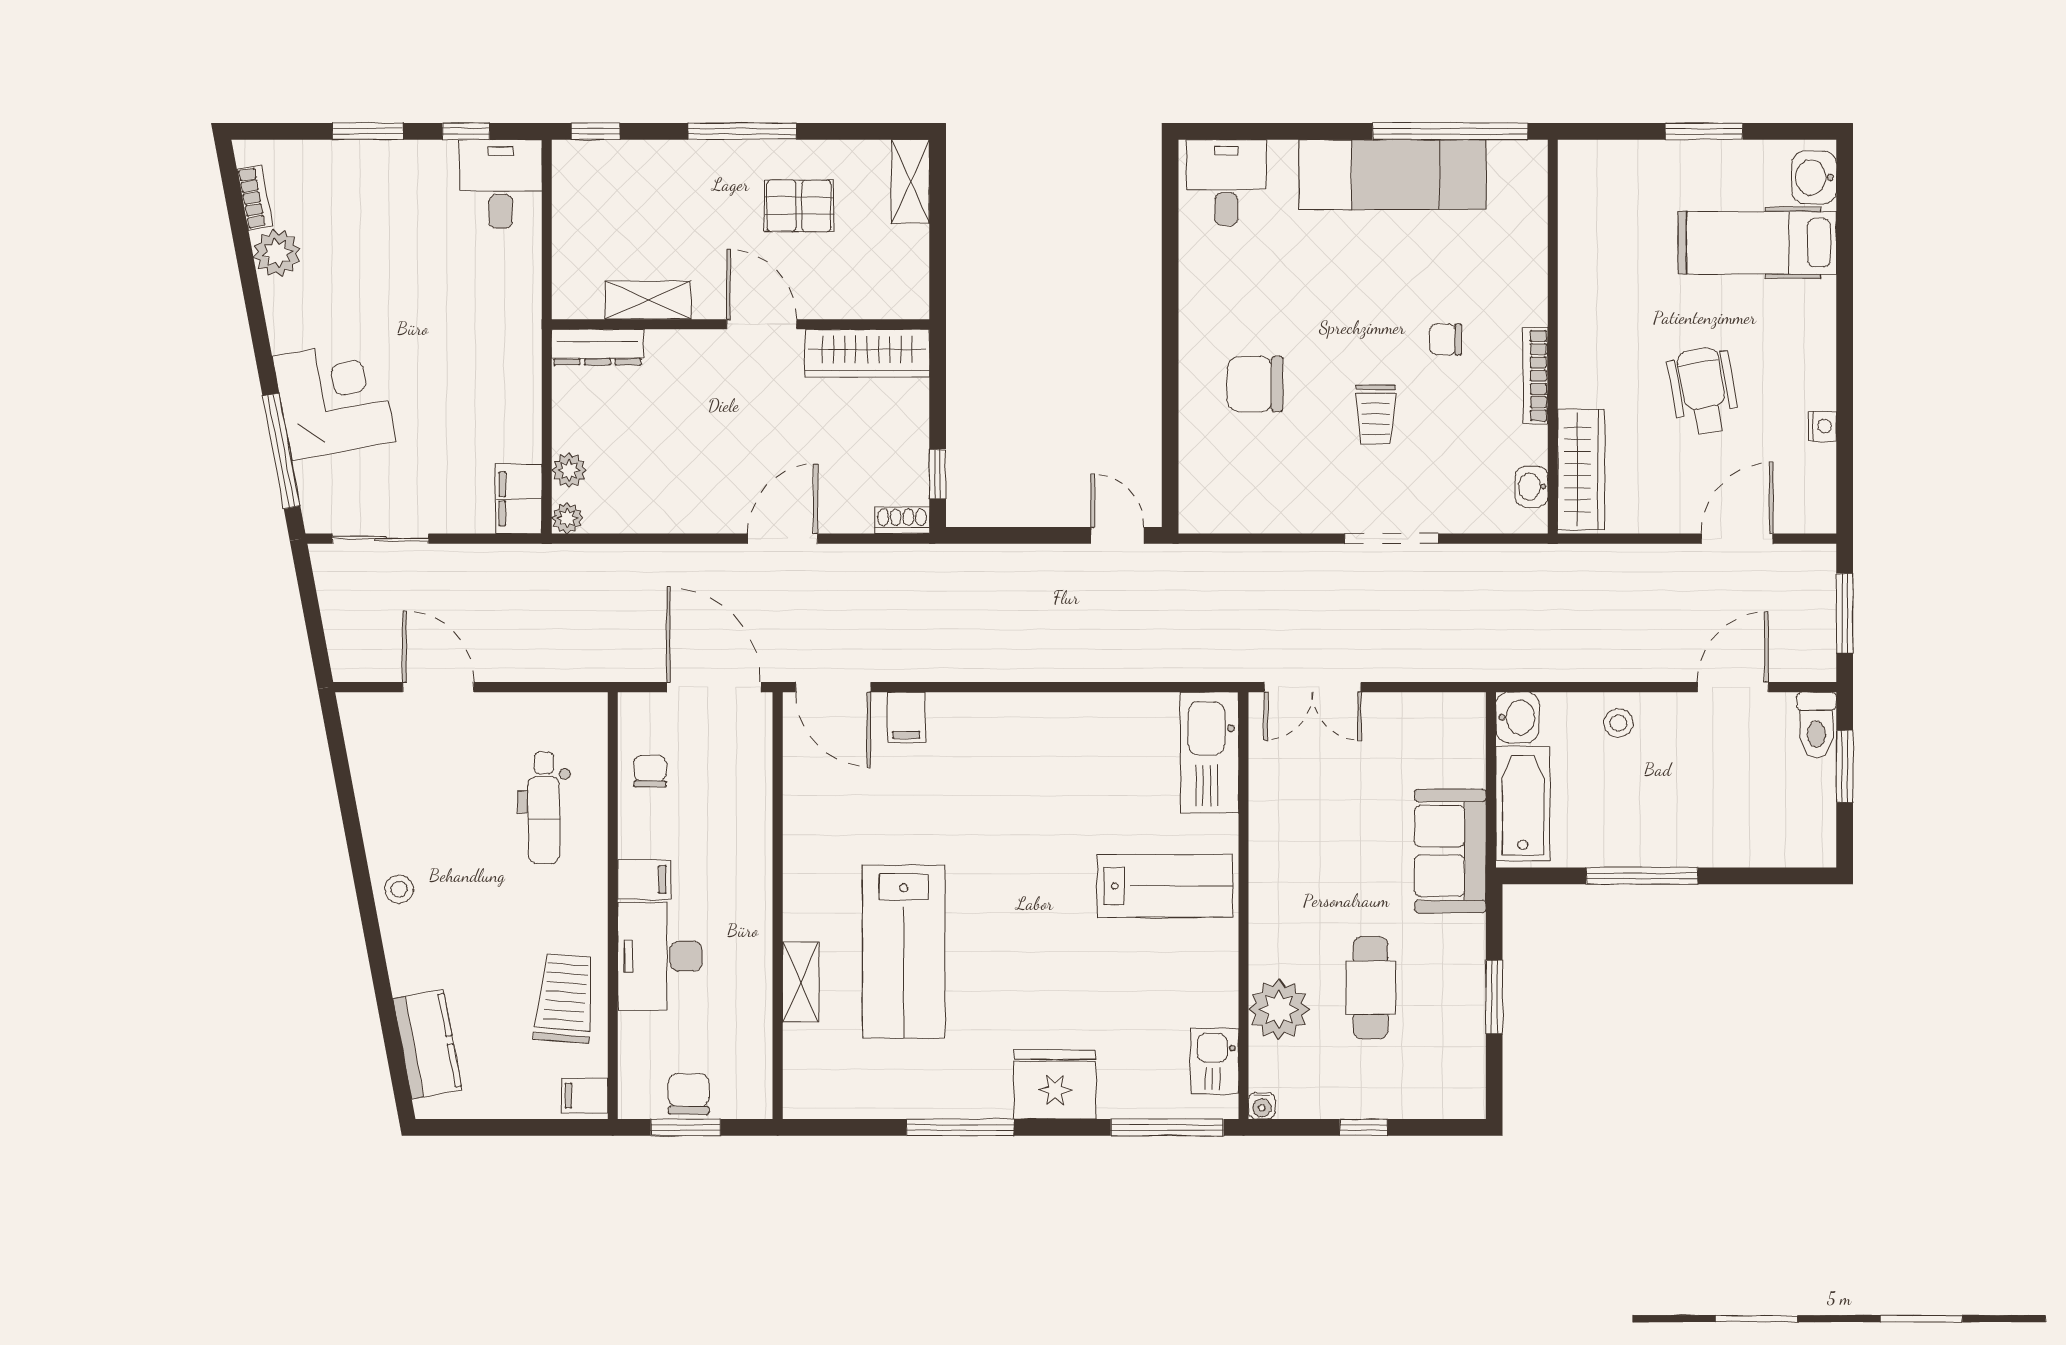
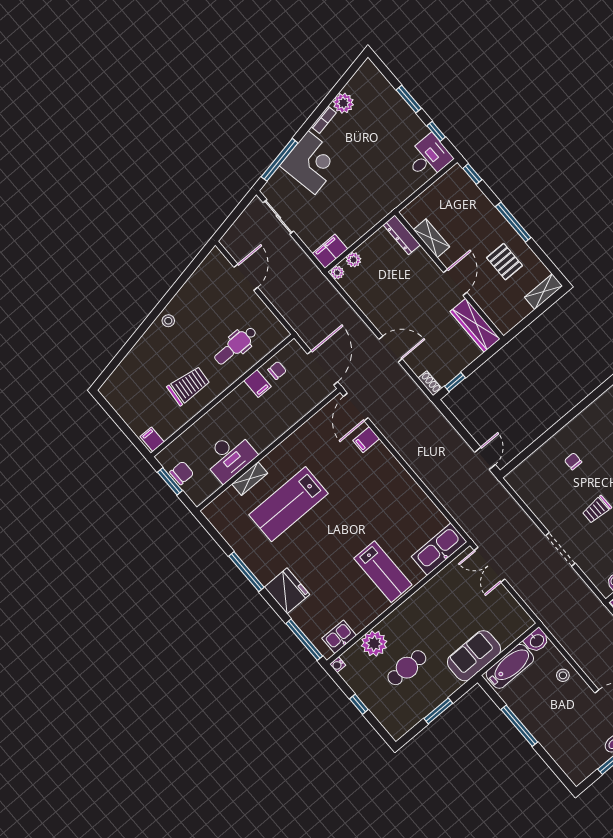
bookcase: (255, 198) -> (324, 120), moved
chair: (1255, 384) -> (573, 461), width x0.54, depth x0.54
filing cabinet: (644, 879) -> (257, 384), moved
desk: (660, 956) -> (229, 456), moved, turned 180
trolley: (565, 998) -> (189, 386), moved
kitchen counter: (427, 1044) -> (125, 373), removed

